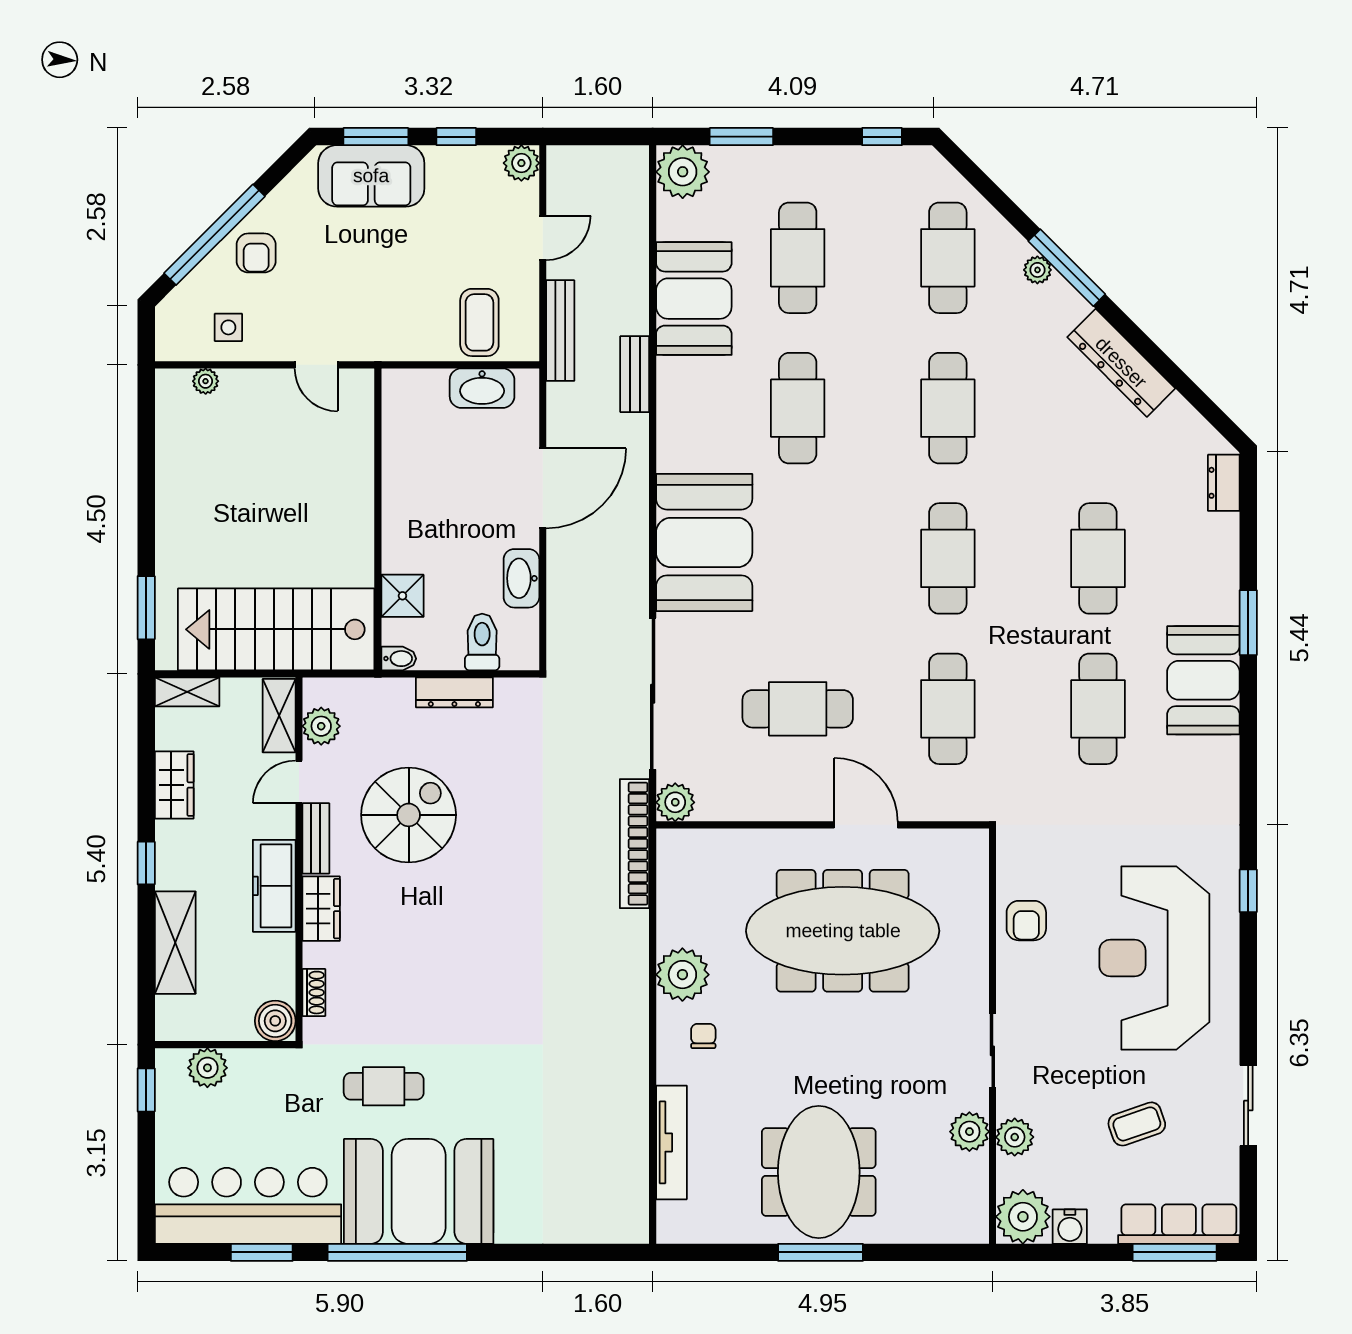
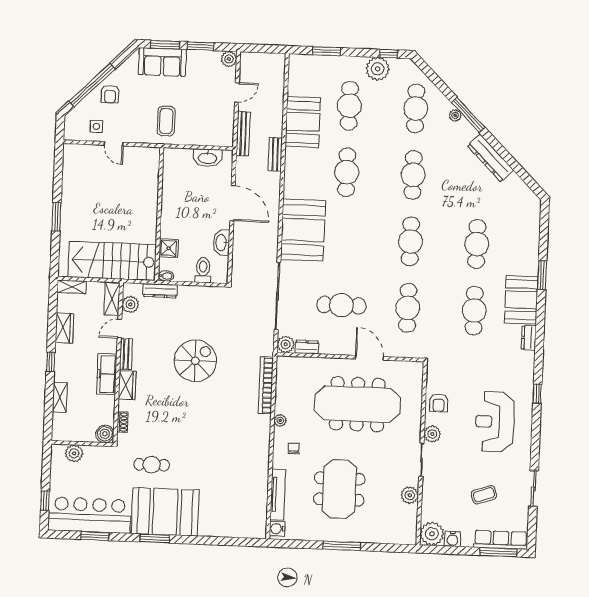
window: (456, 137) -> (201, 46), width x1.50
plant: (683, 172) -> (378, 69), moved
coffee table: (479, 322) -> (166, 121), moved
door: (316, 365) -> (114, 144), moved
plant: (206, 381) -> (85, 150), removed
dresser: (1224, 483) -> (529, 338), moved
door: (543, 488) -> (233, 203), hinge flipped
window: (146, 608) -> (56, 217), moved
dresser: (454, 692) -> (160, 291), moved
dresser: (723, 807) -> (307, 347), added
spiral stairs: (409, 815) -> (195, 361), moved
bookcase: (634, 844) -> (266, 385), moved
shelving: (175, 943) -> (60, 397), width x0.67, depth x0.75
reception desk: (1154, 958) -> (495, 422), width x0.74, depth x0.77
plant: (682, 975) -> (280, 420), width x0.53, depth x0.53
window: (146, 1090) -> (45, 501), moved
plant: (1015, 1137) -> (432, 434), moved
meeting table: (819, 1172) -> (339, 489), moved
water cooler: (673, 1219) -> (277, 529), added
window: (397, 1252) -> (155, 538), width x0.47

